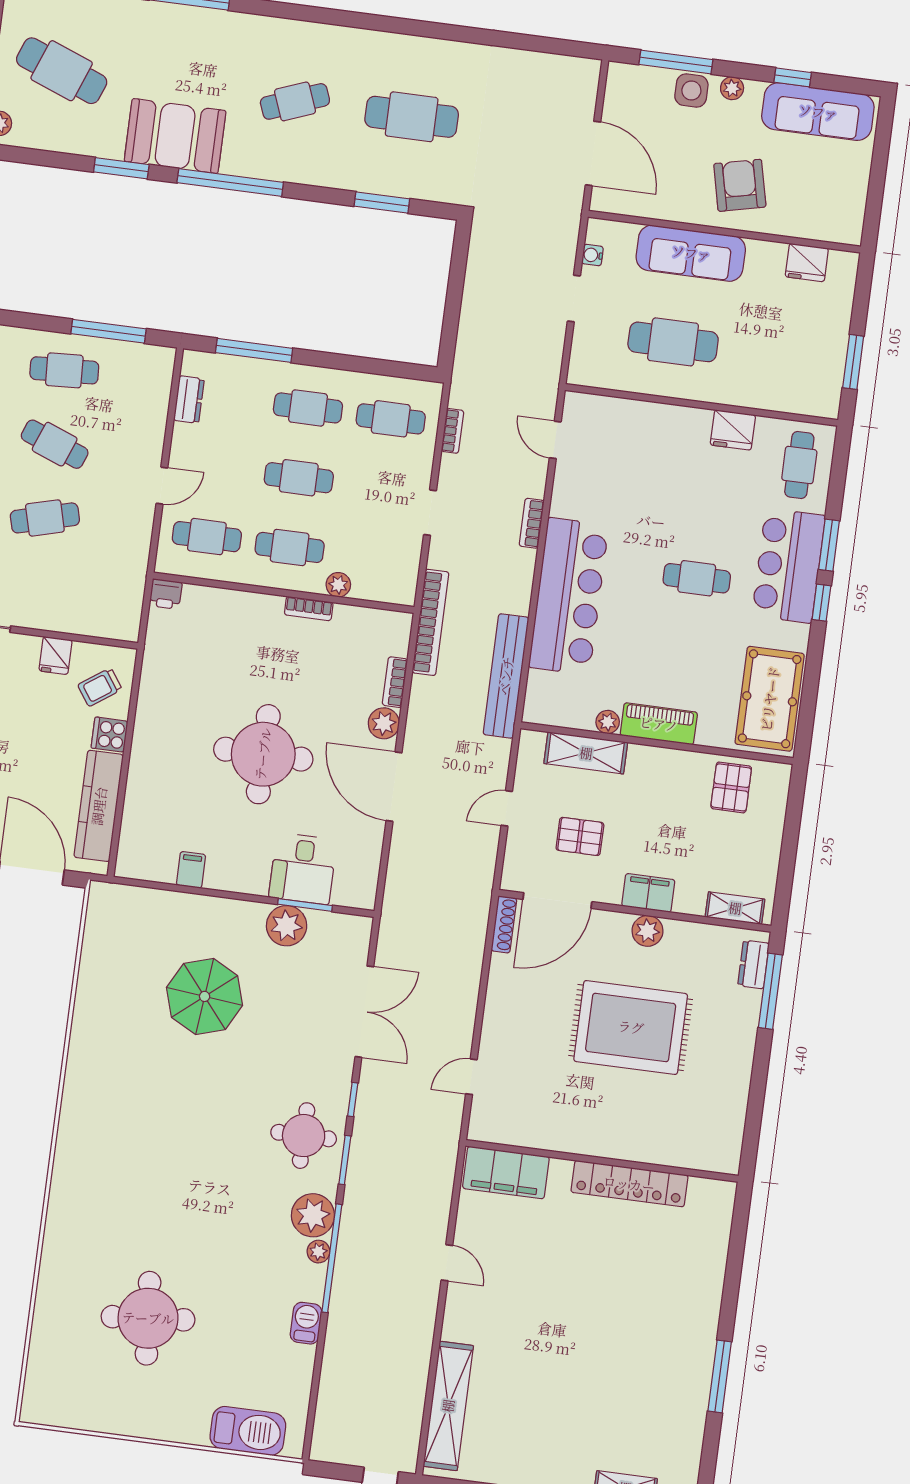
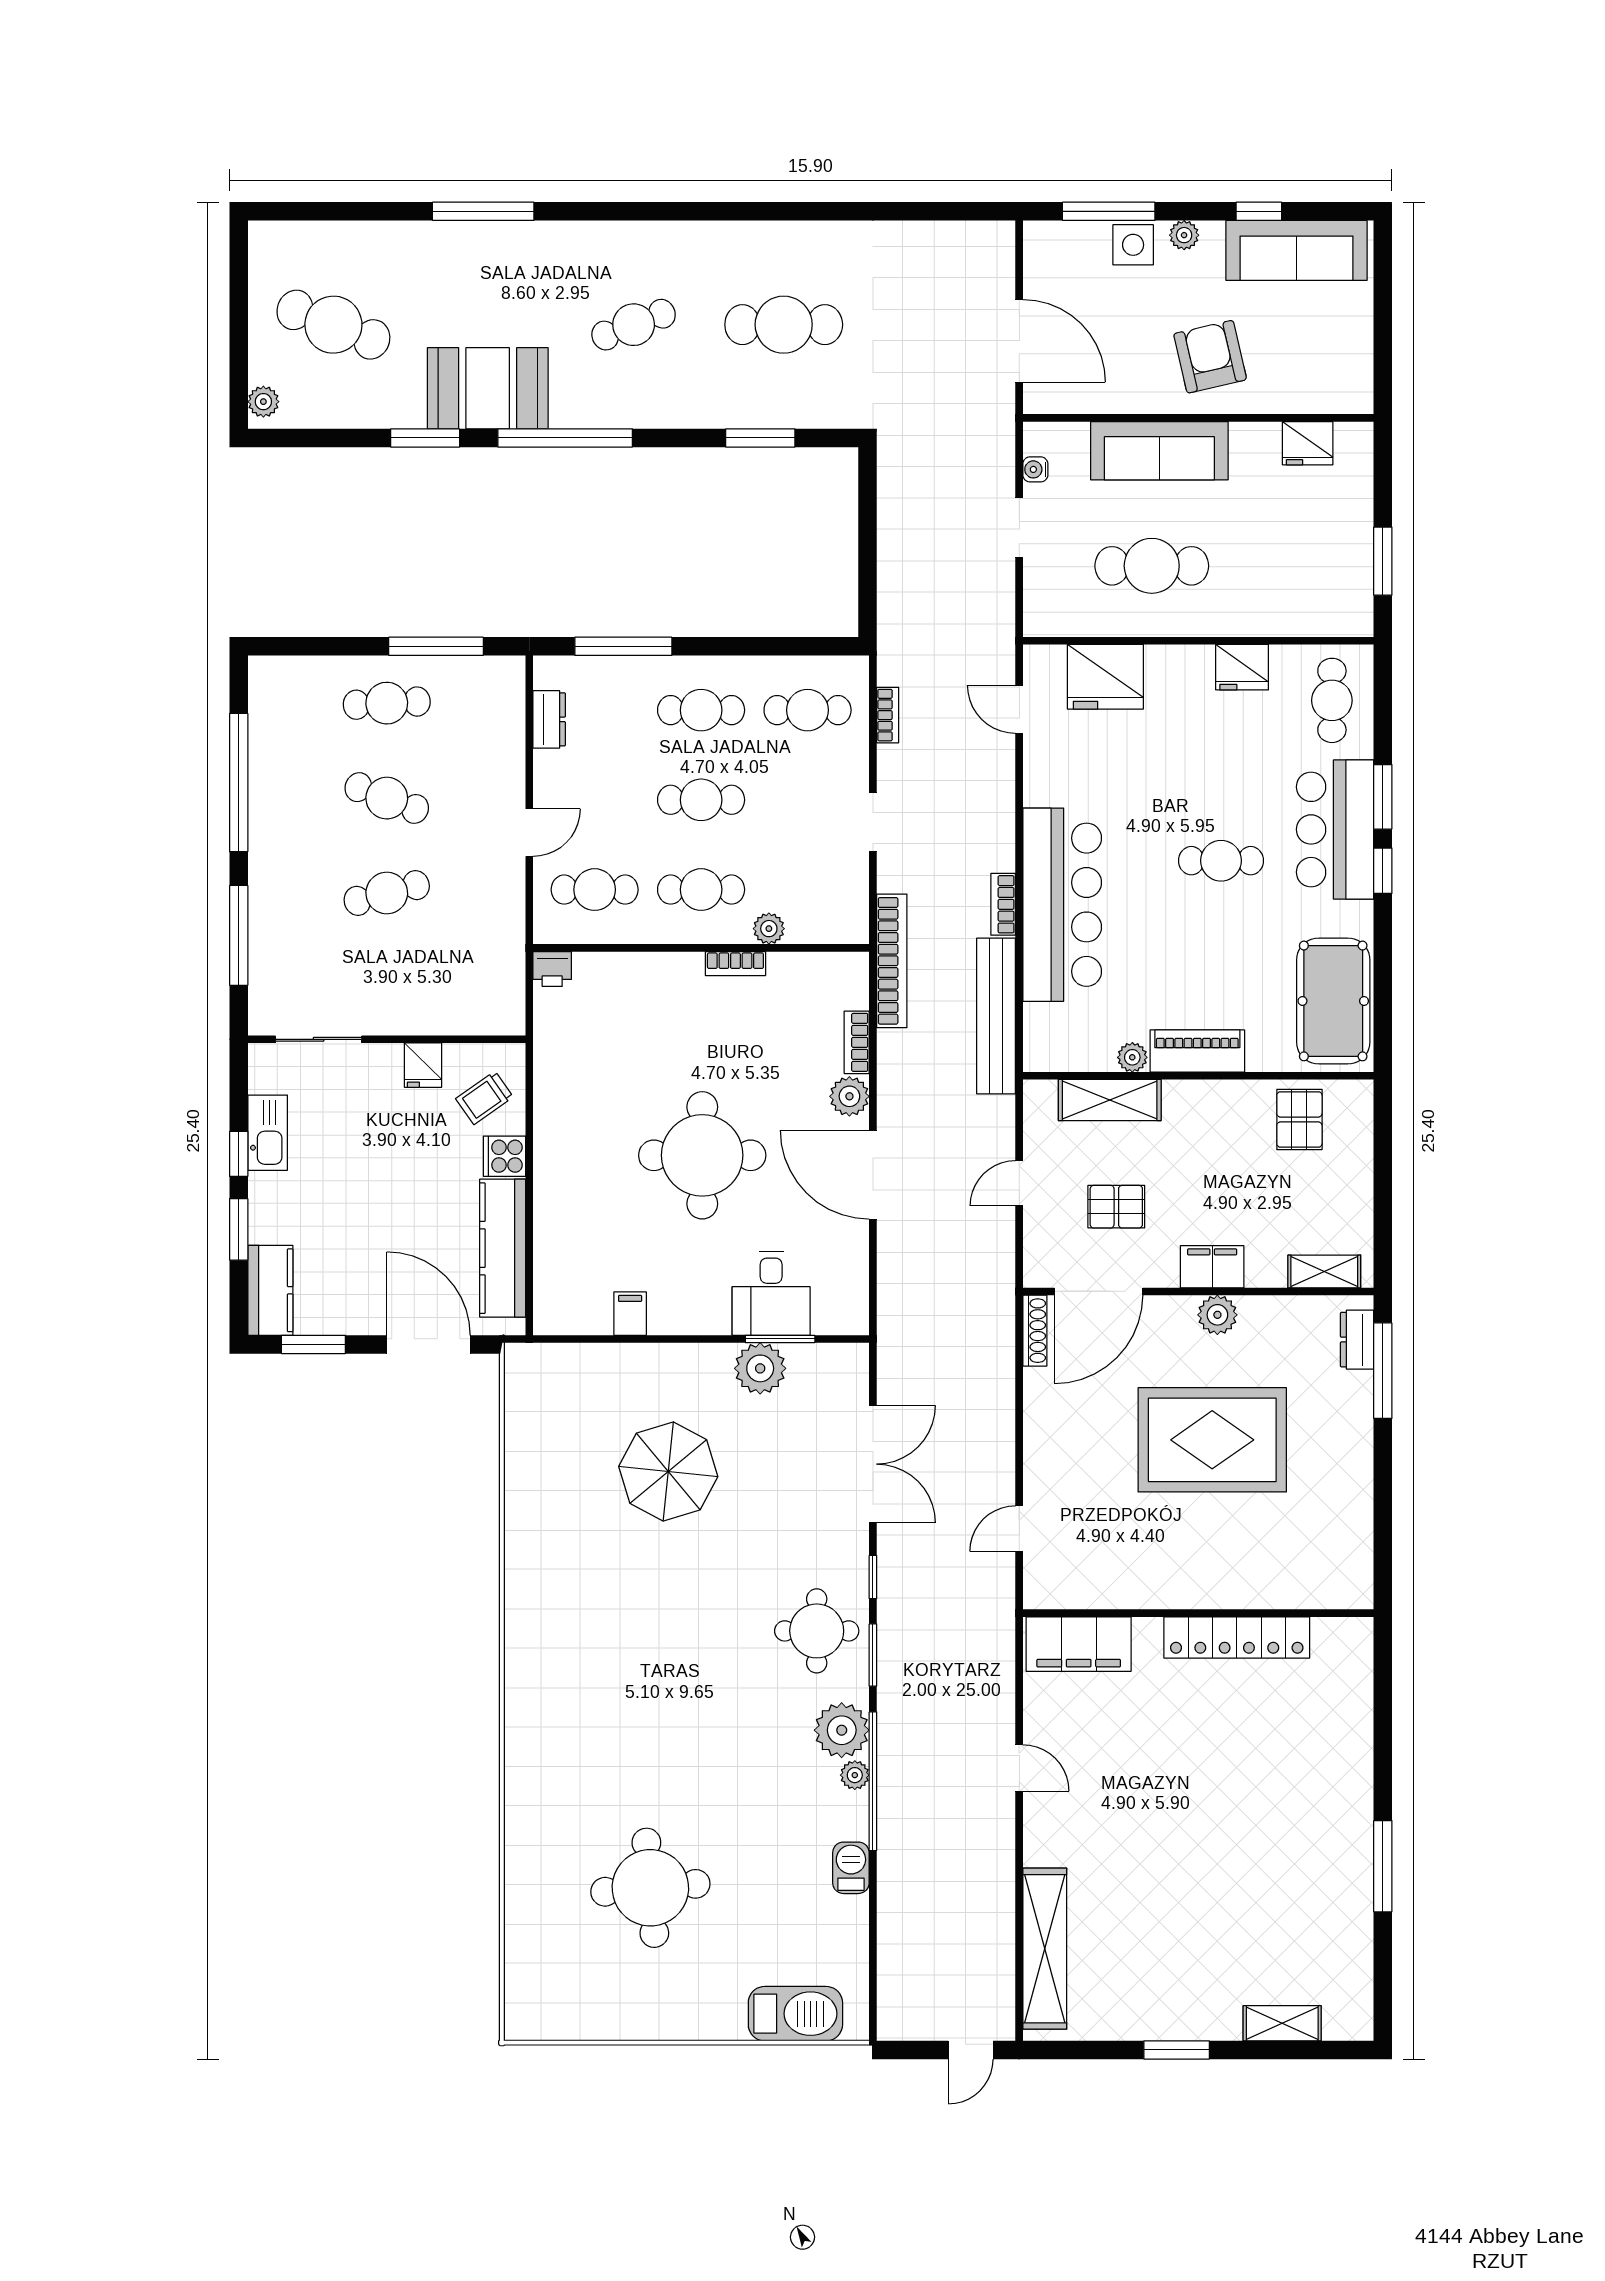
fridge: (626, 423) -> (1105, 677), added
bookcase: (532, 523) -> (1003, 904), moved

